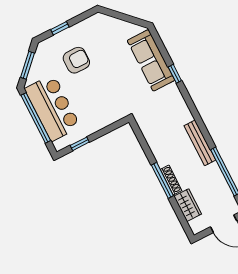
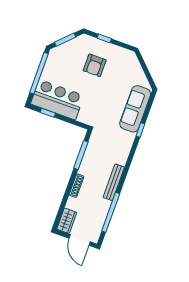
armchair: (76, 60) -> (95, 65), turned 90
bar counter: (53, 108) -> (57, 100), moved, turned -90
window: (162, 180) -> (81, 155), moved
wardrobe: (188, 205) -> (67, 221), moved

